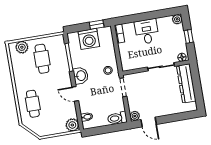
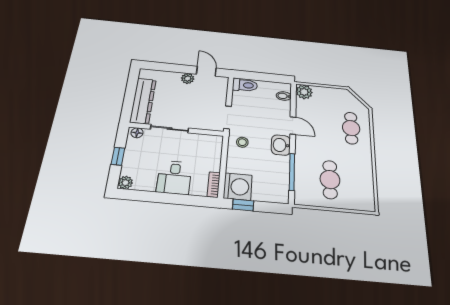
washing machine: (89, 39) -> (238, 187), moved, turned 90
plant: (22, 47) -> (356, 202), removed
plant: (135, 116) -> (188, 78), moved

